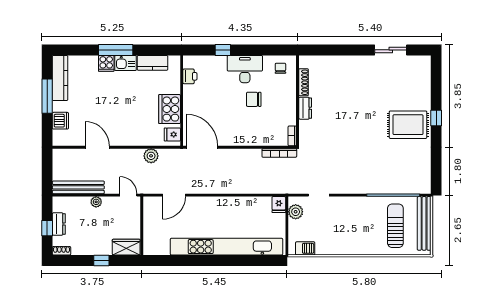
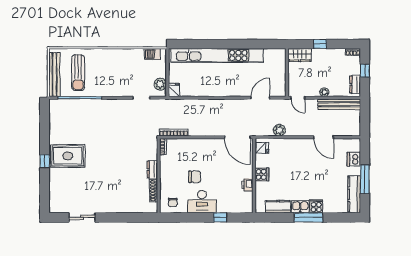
printer: (190, 76) -> (247, 185), moved
cooker: (170, 109) -> (262, 174), width x0.53, depth x0.76
dresser: (59, 224) -> (355, 84), moved

